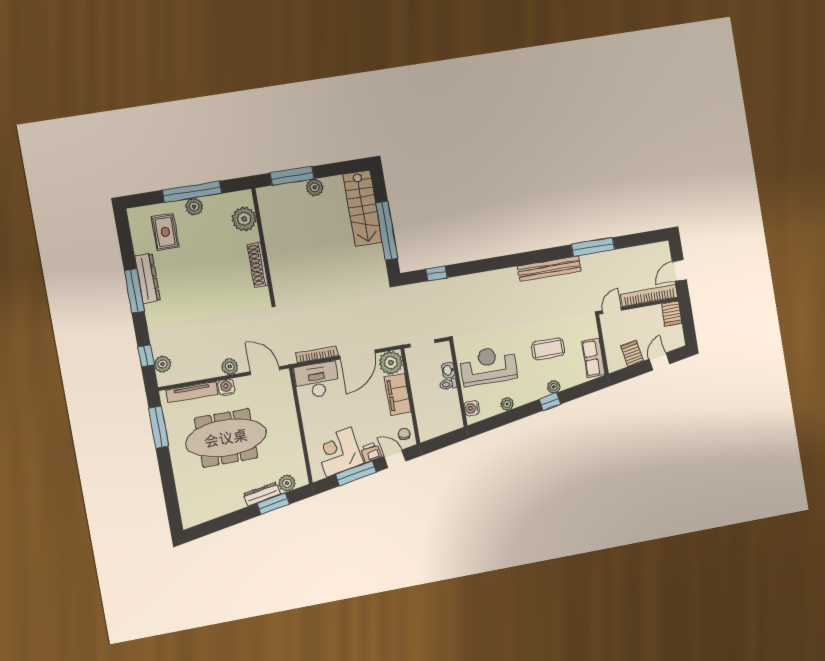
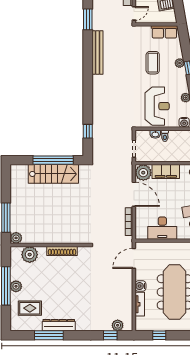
plant: (315, 187) -> (16, 238), moved
stairs: (363, 208) -> (53, 174), moved
window: (593, 247) -> (88, 19), width x0.69
window: (134, 291) -> (49, 335), moved
door: (612, 310) -> (134, 13), swing flipped
reception desk: (488, 366) -> (157, 106), turned 180
plant: (230, 367) -> (127, 281), removed
desk: (317, 380) -> (162, 228), moved, turned -90
tv unit: (192, 392) -> (140, 304), width x0.71
window: (159, 427) -> (159, 335), width x0.46

